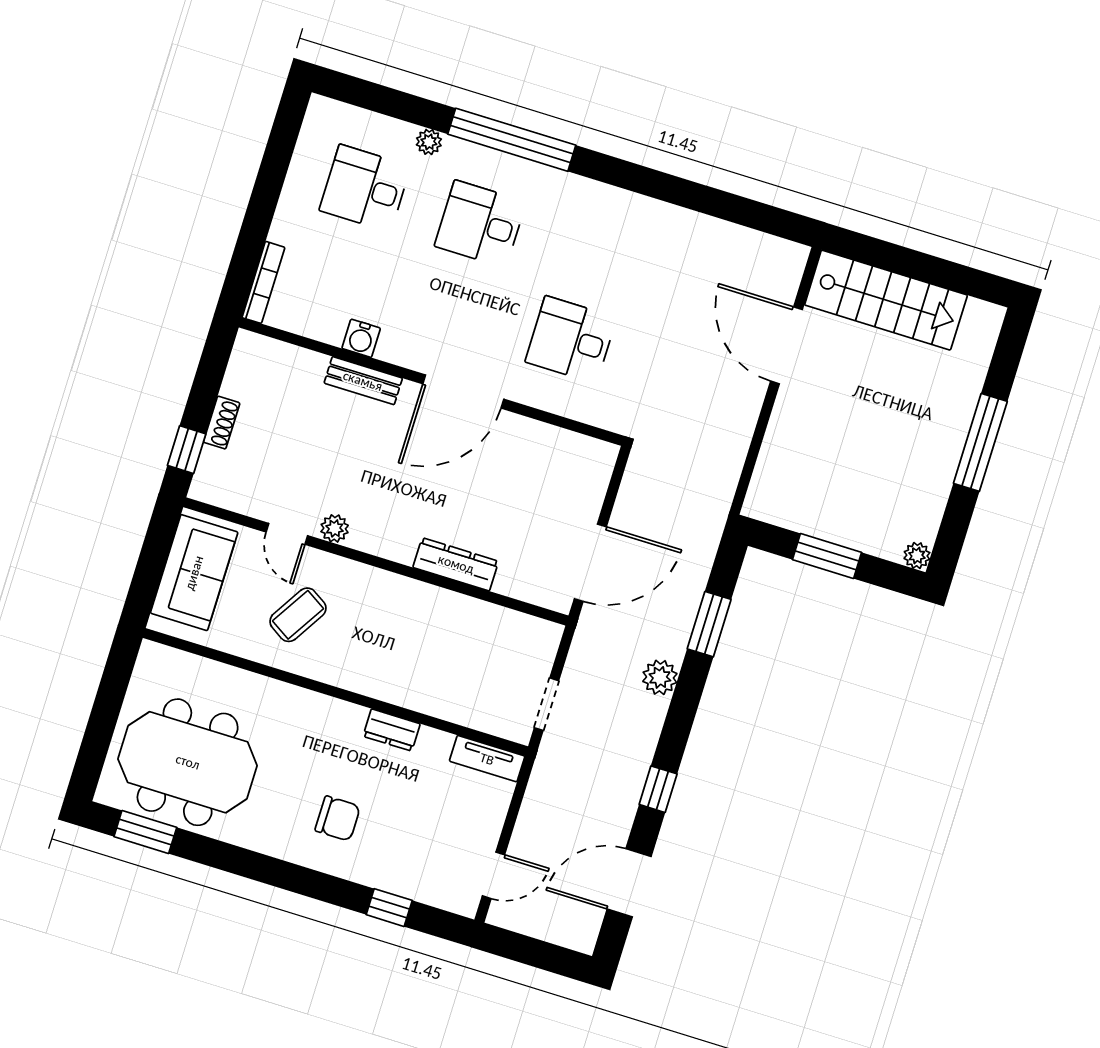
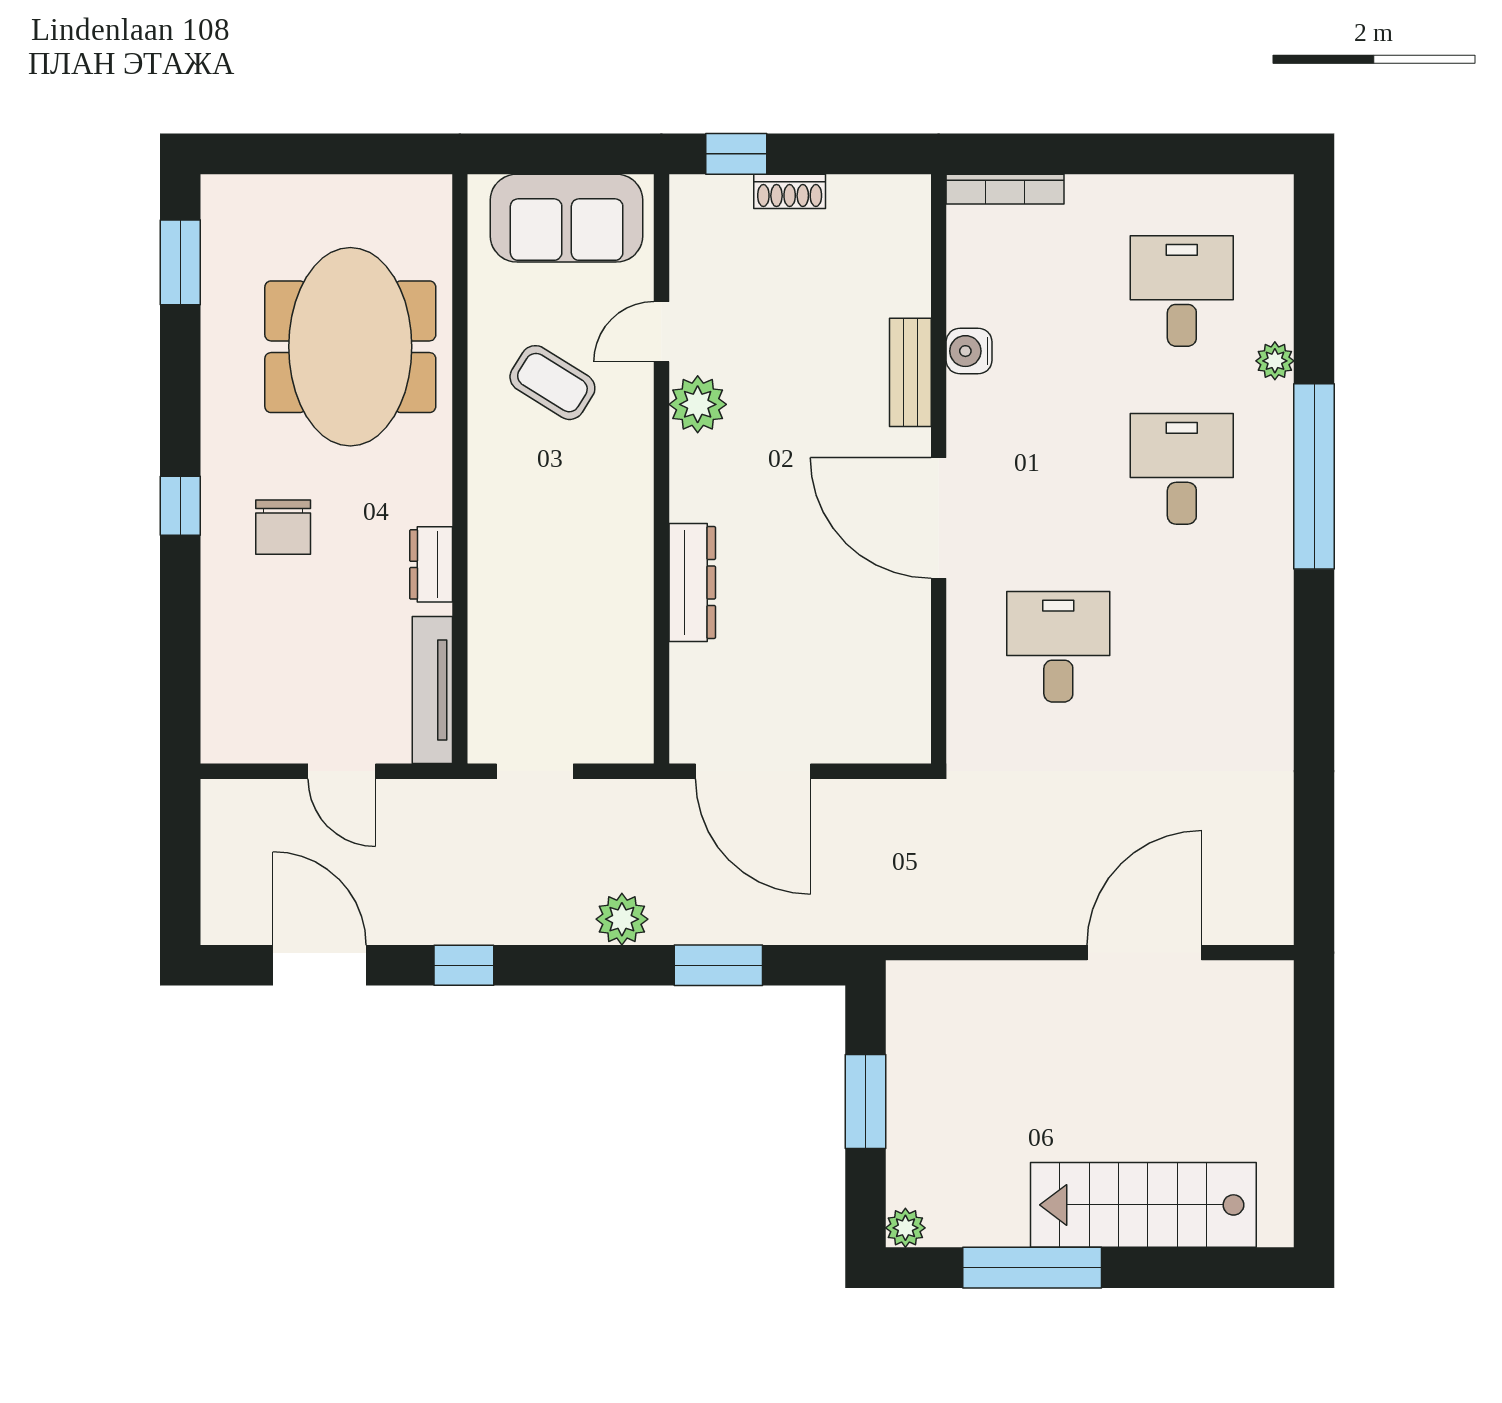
stairs: (886, 300) -> (1143, 1205), moved, turned 90
window: (980, 442) -> (1032, 1268), moved
plant: (335, 528) -> (698, 404), width x1.38, depth x1.38
tv unit: (487, 759) -> (432, 690), width x1.41
meeting table: (188, 762) -> (350, 347), moved
door: (494, 875) -> (342, 771), moved
window: (389, 908) -> (180, 506), moved

